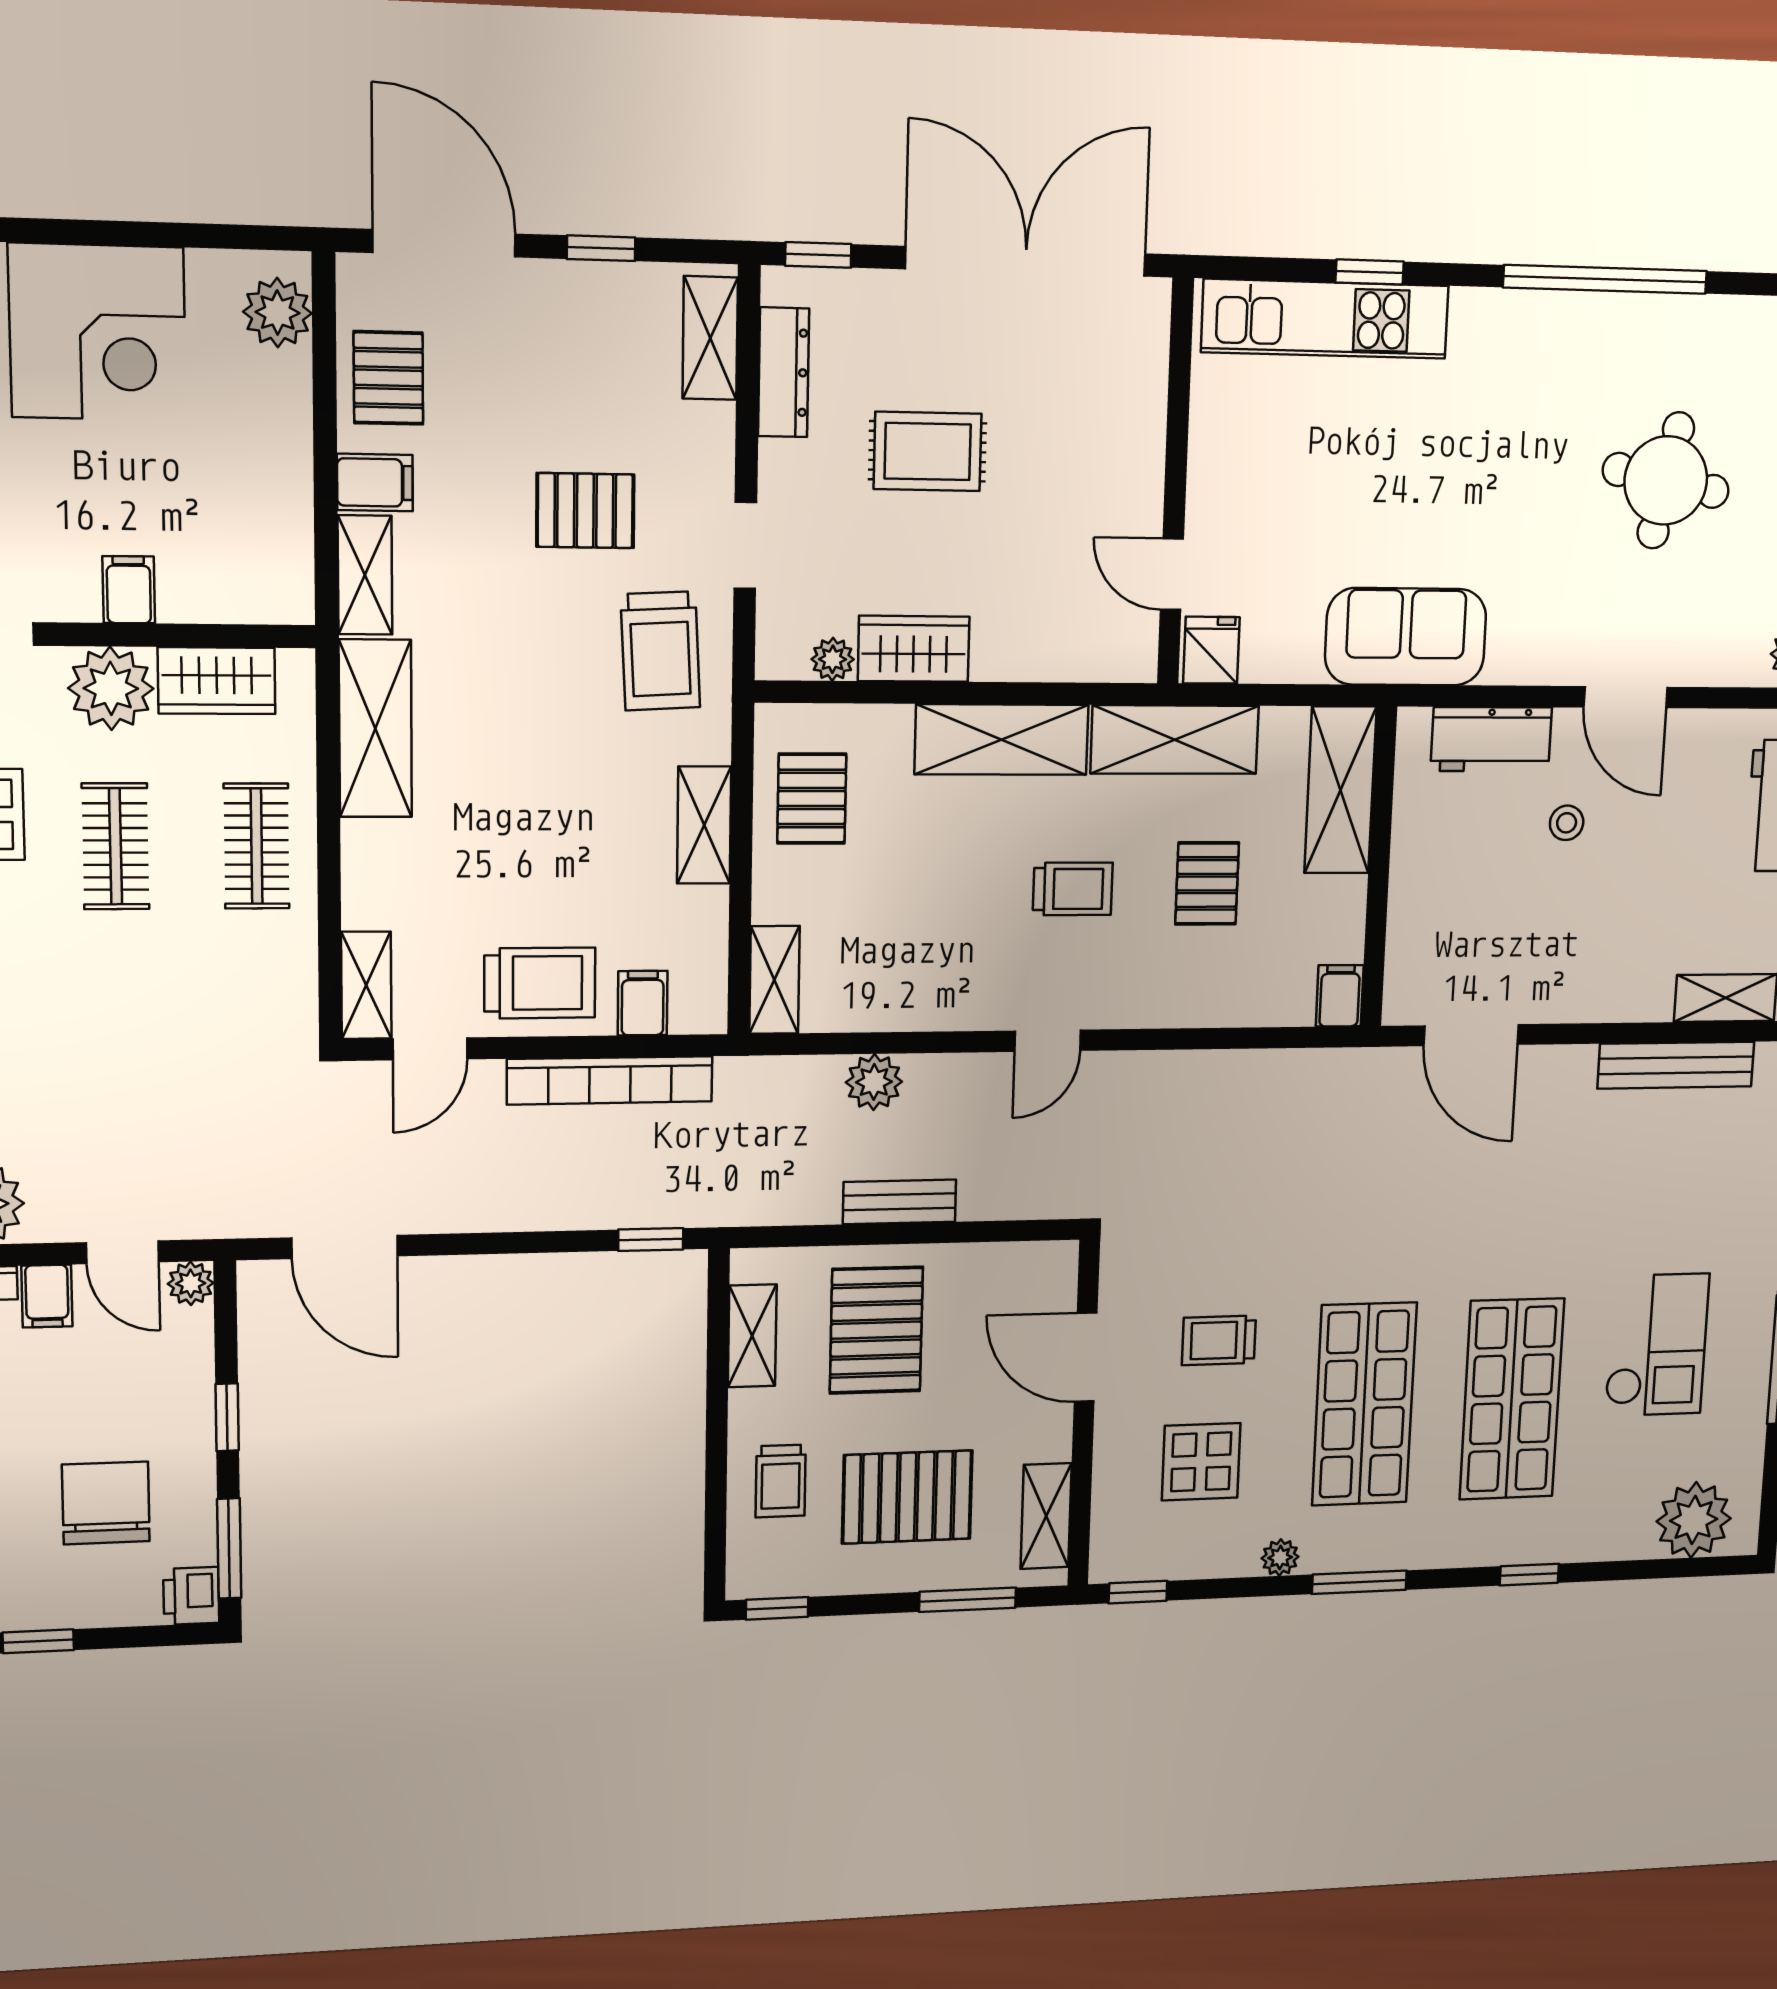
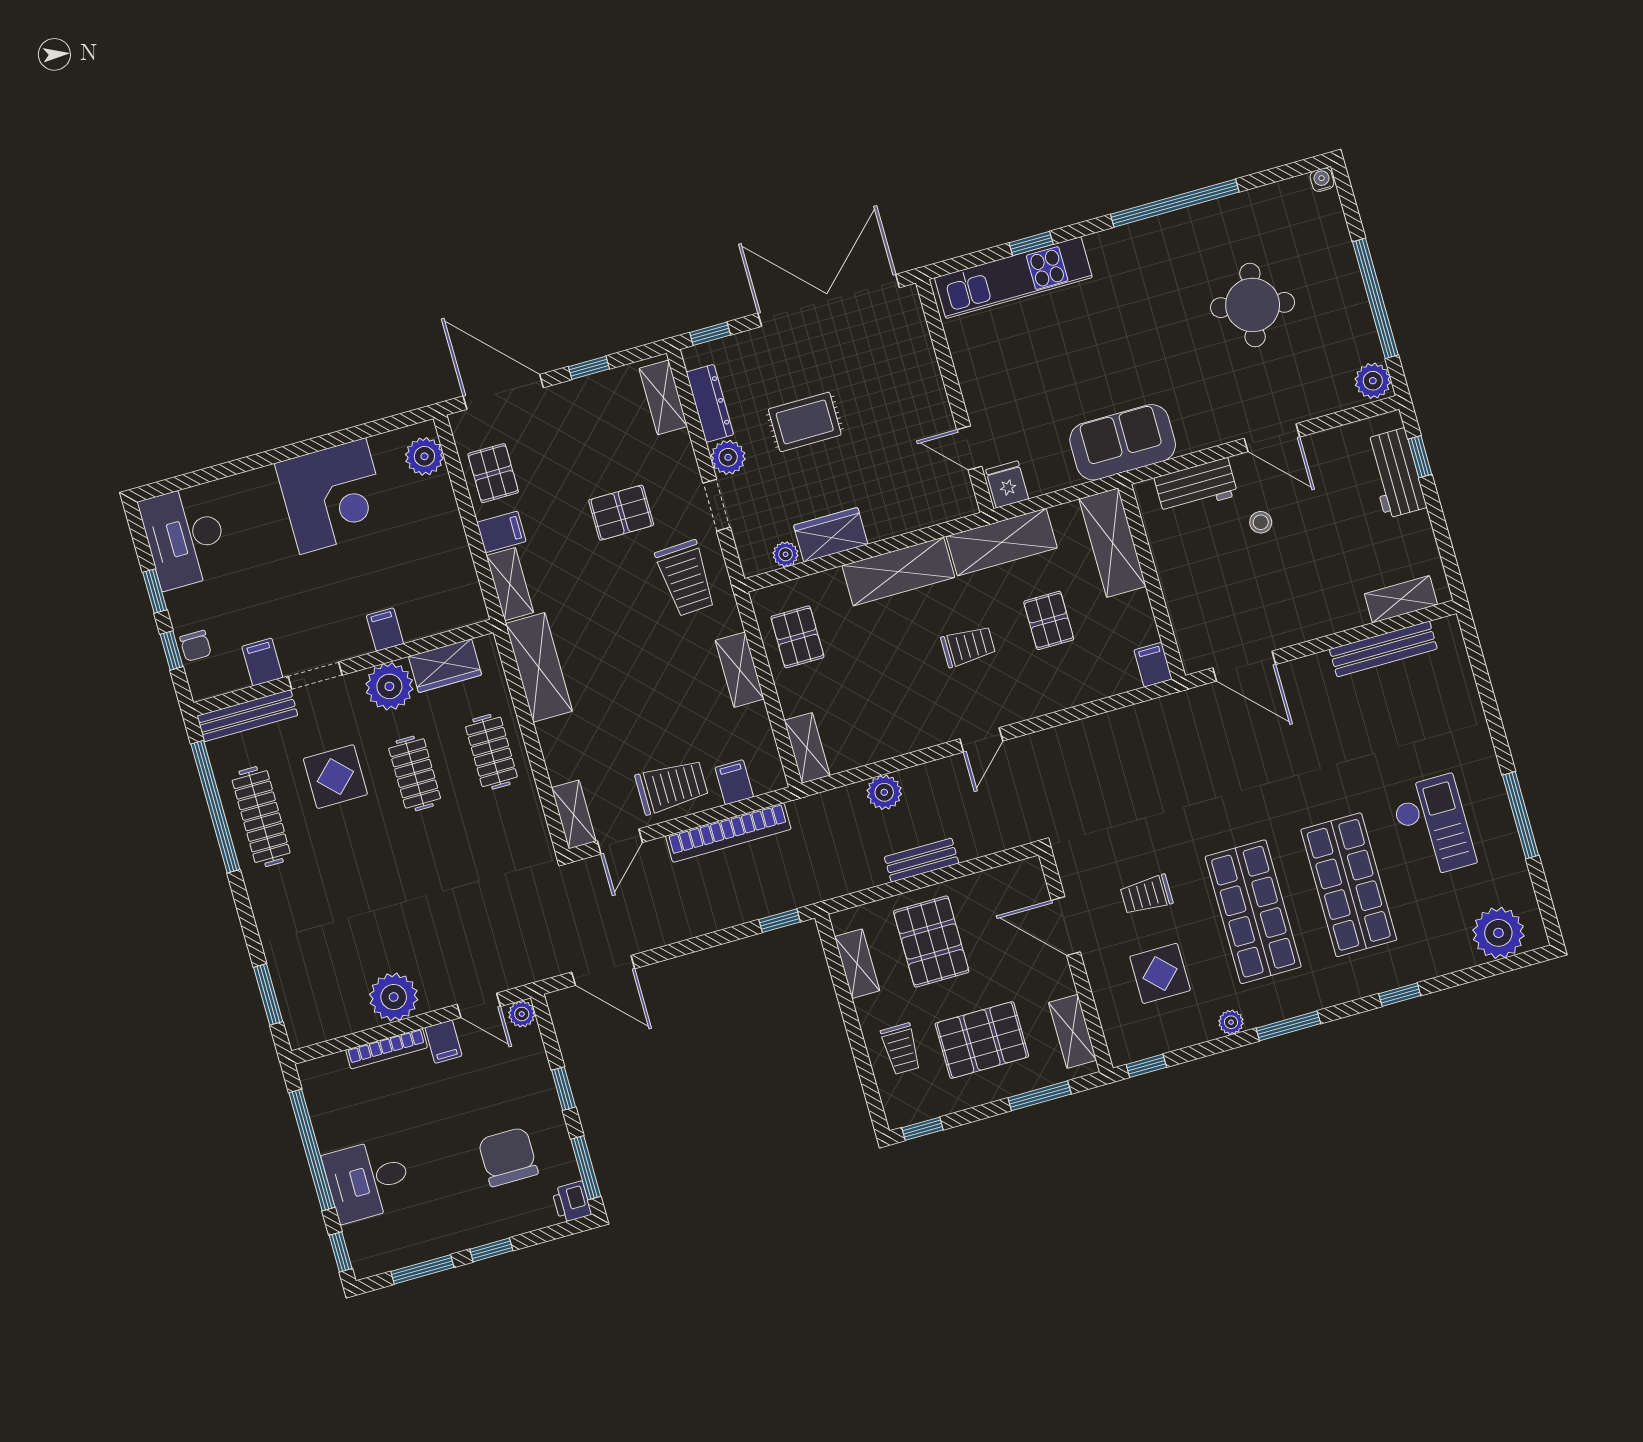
plant: (787, 472) -> (728, 457), added

